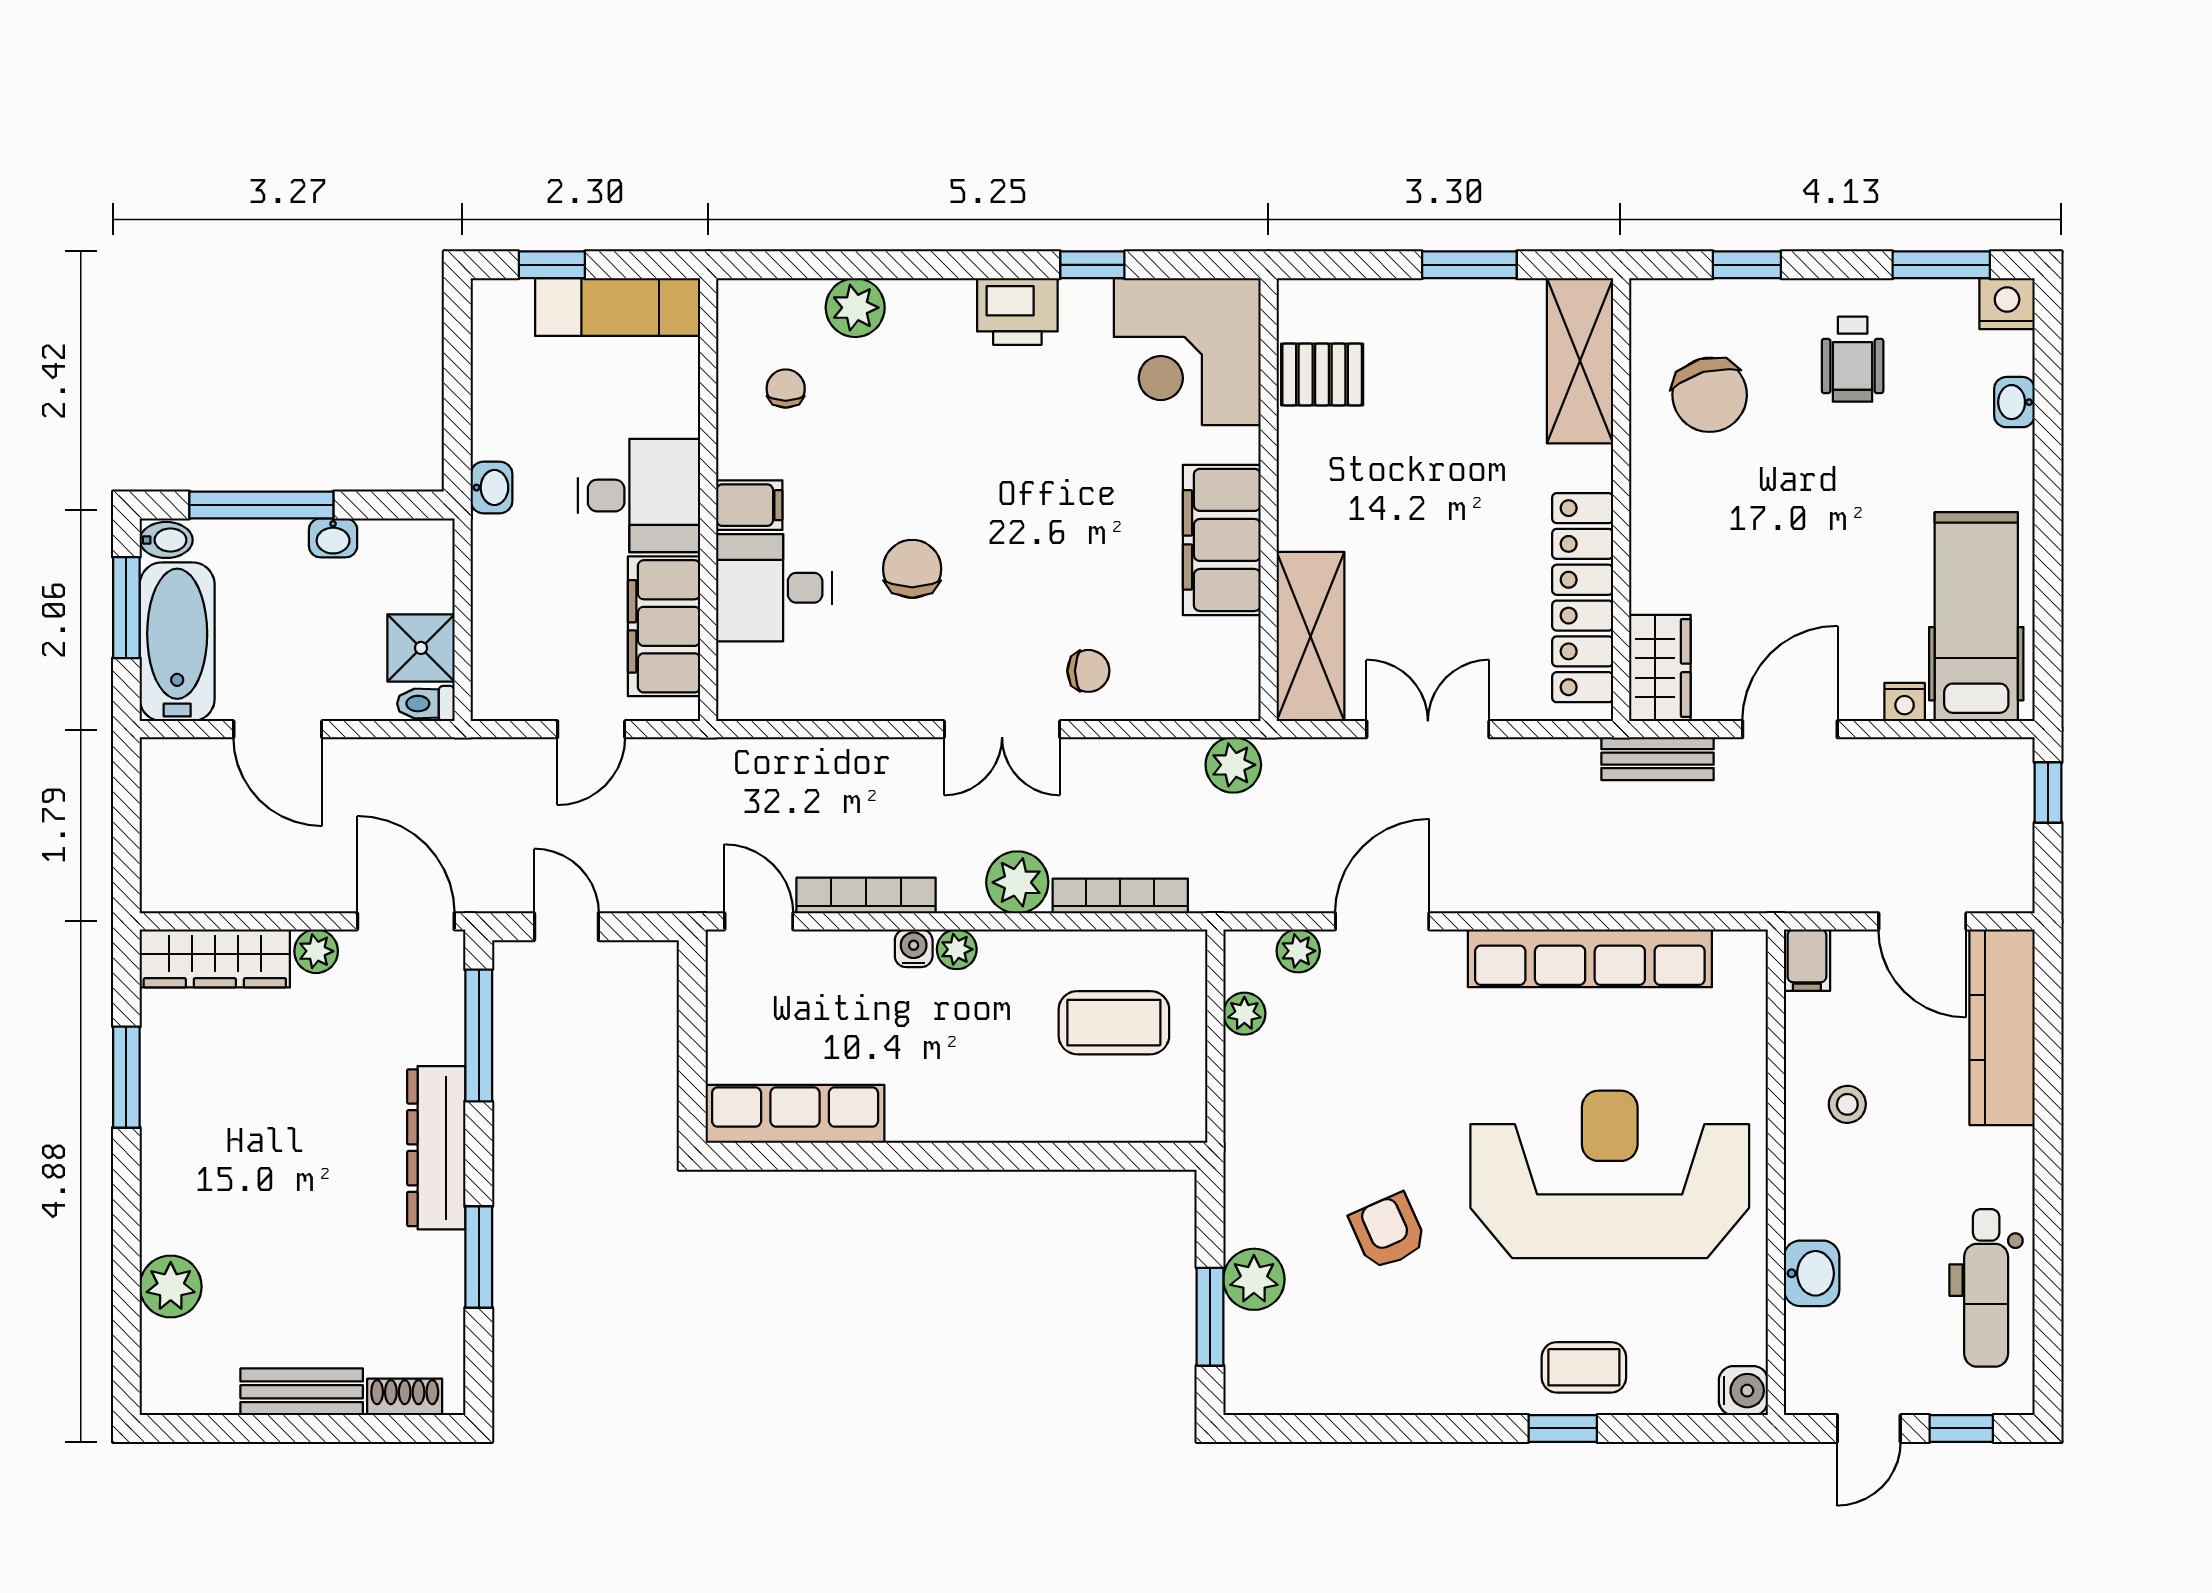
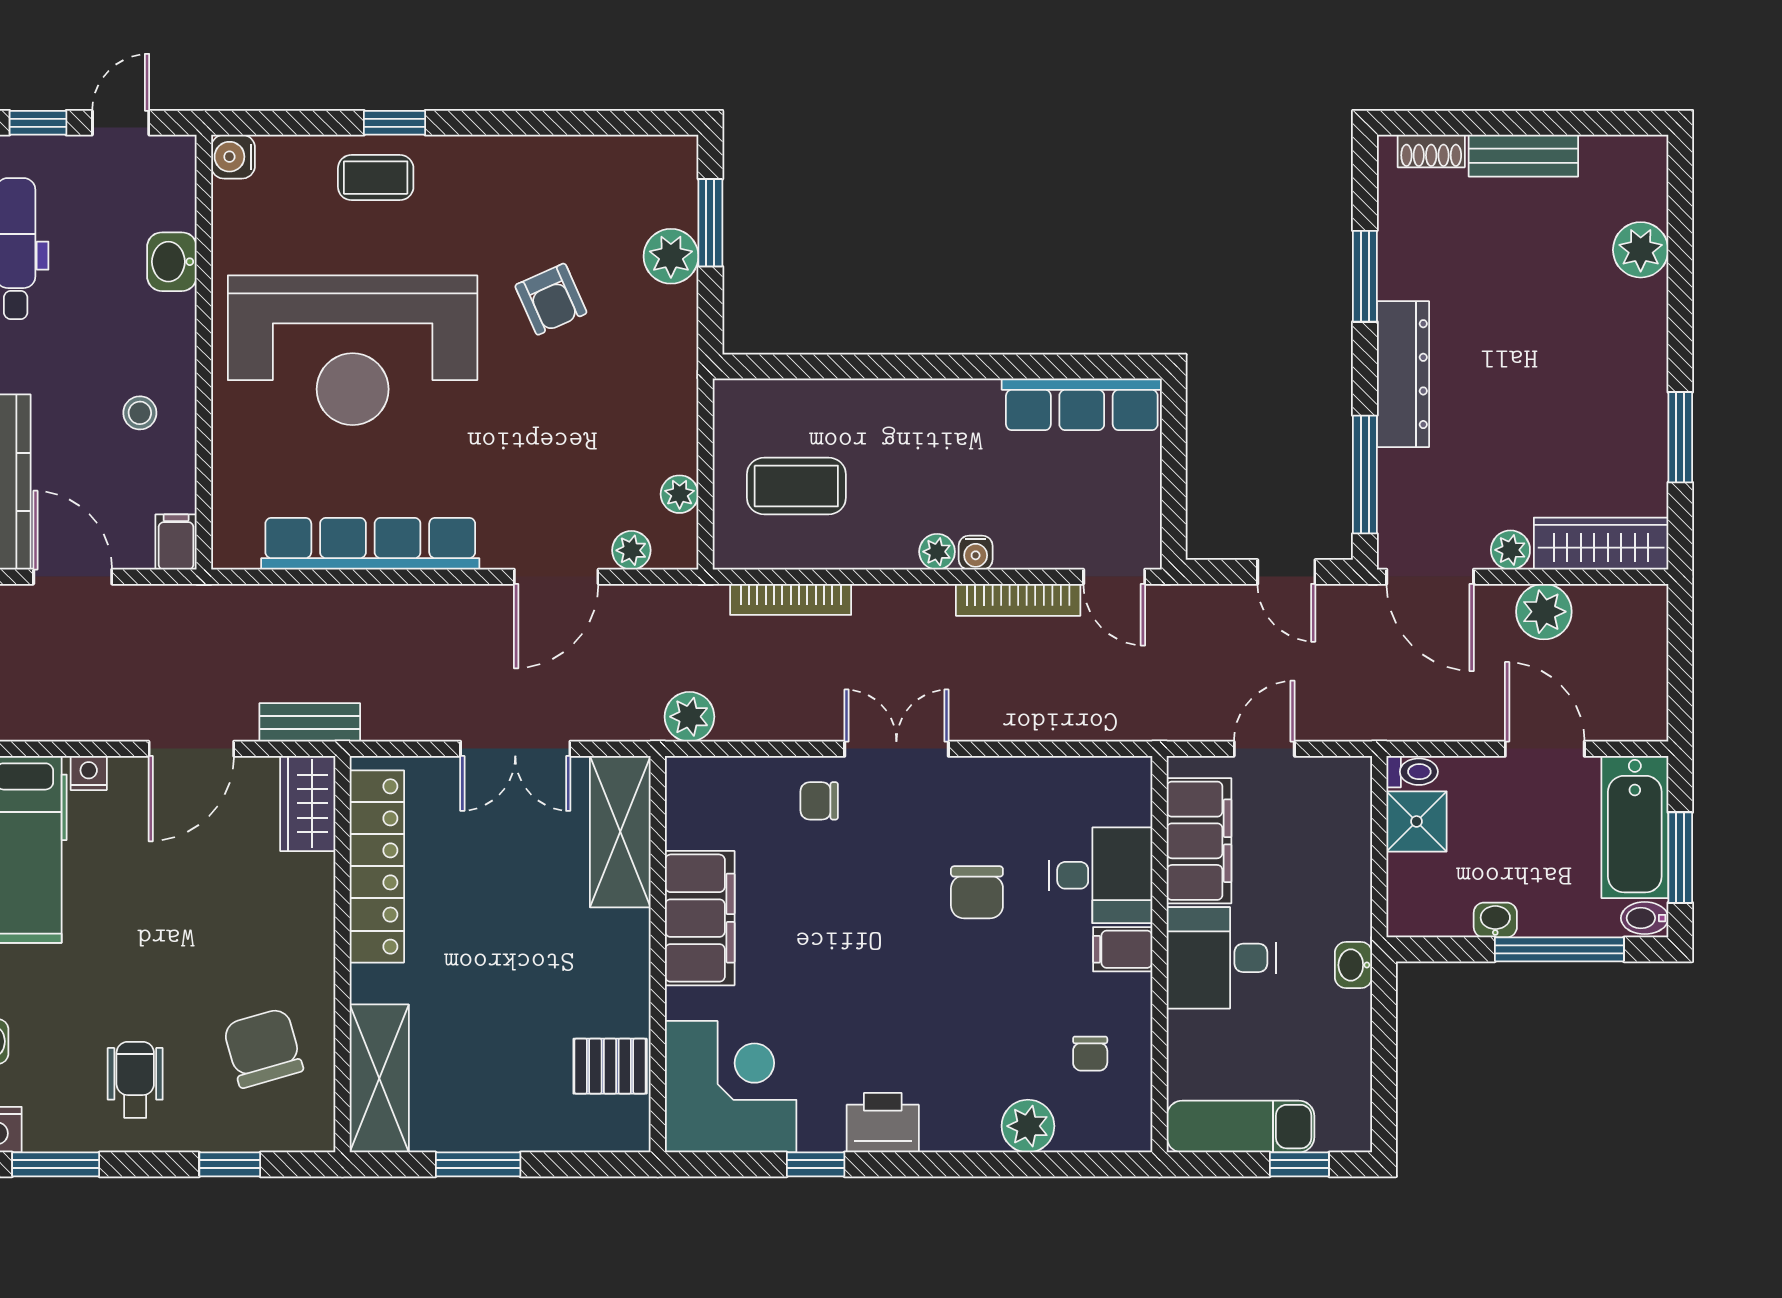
plant: (1017, 882) -> (1544, 612), moved

